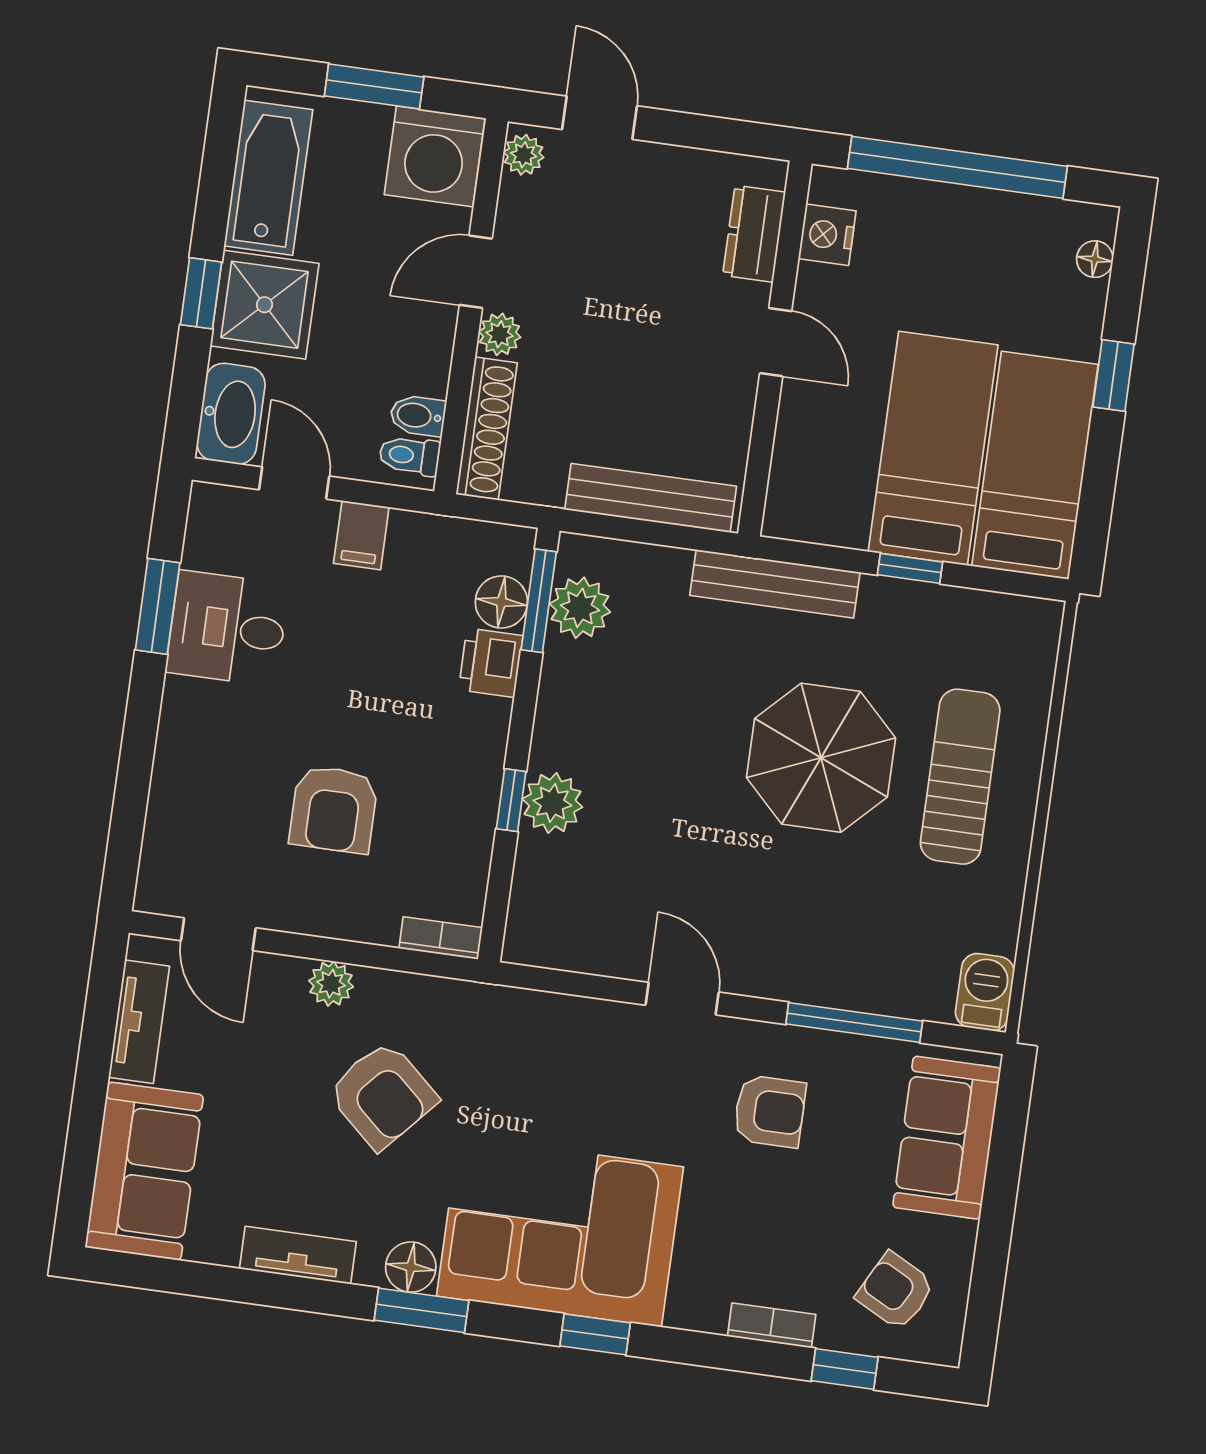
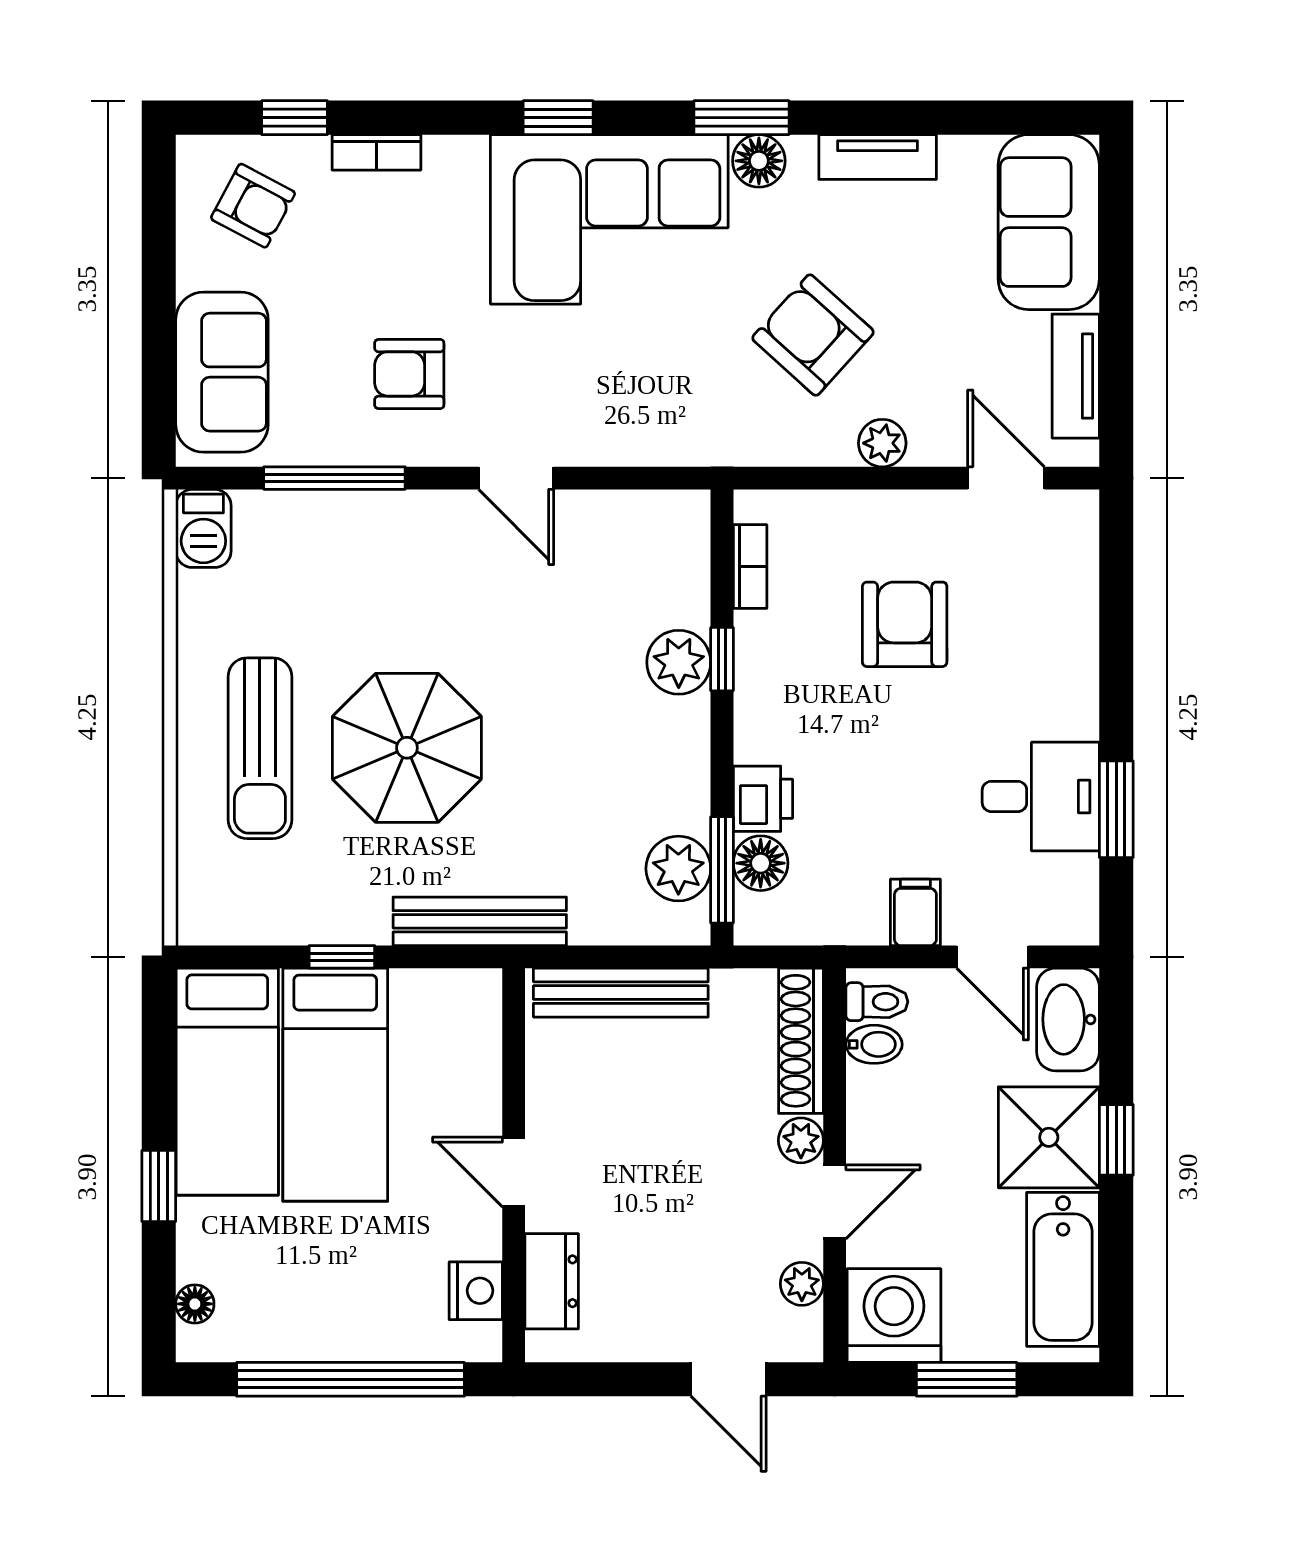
plant: (524, 155) -> (802, 1284), moved
bookcase: (441, 938) -> (750, 567), moved, turned -90

